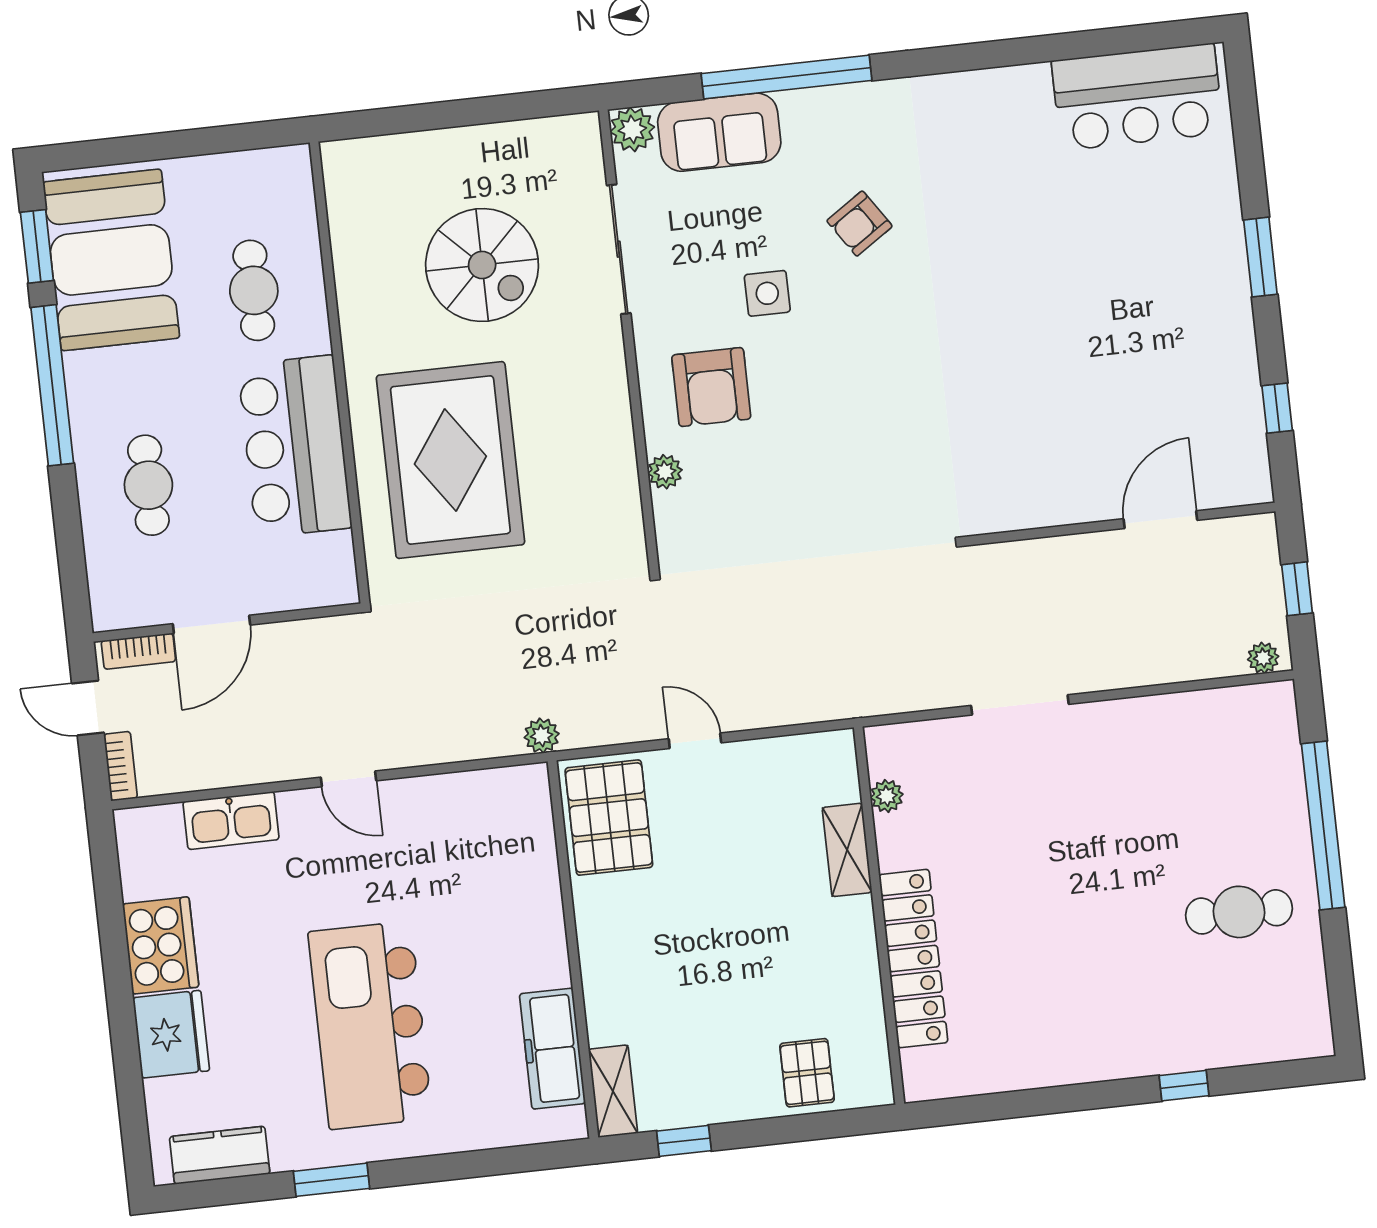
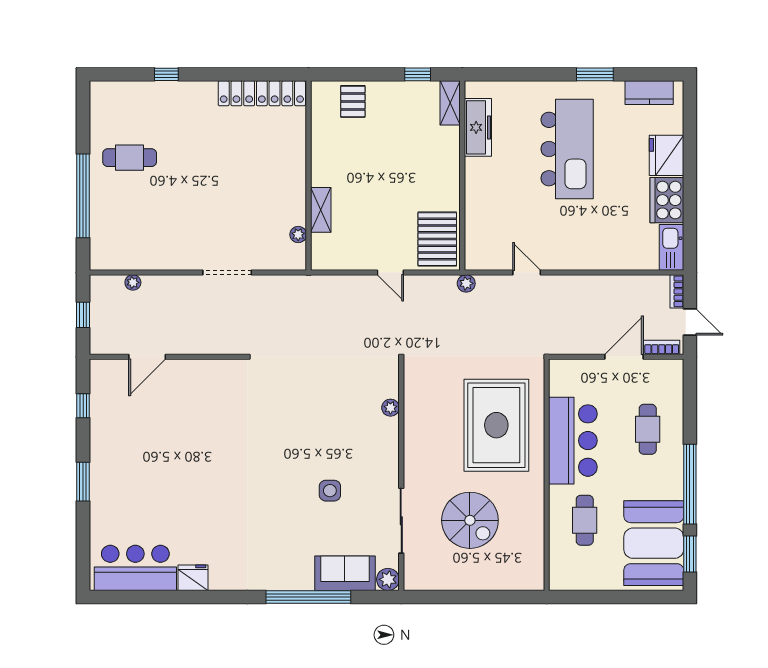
fridge: (1021, 90) -> (193, 578), added
armchair: (860, 224) -> (280, 520), removed
spiral stairs: (482, 265) -> (470, 520), turned 180
armchair: (711, 387) -> (363, 447), removed
plant: (1263, 658) -> (133, 282), moved
door: (349, 779) -> (527, 272), moved
kitchen sink: (231, 821) -> (672, 247), moved, turned -90
locker: (913, 959) -> (262, 93), moved, turned -90

